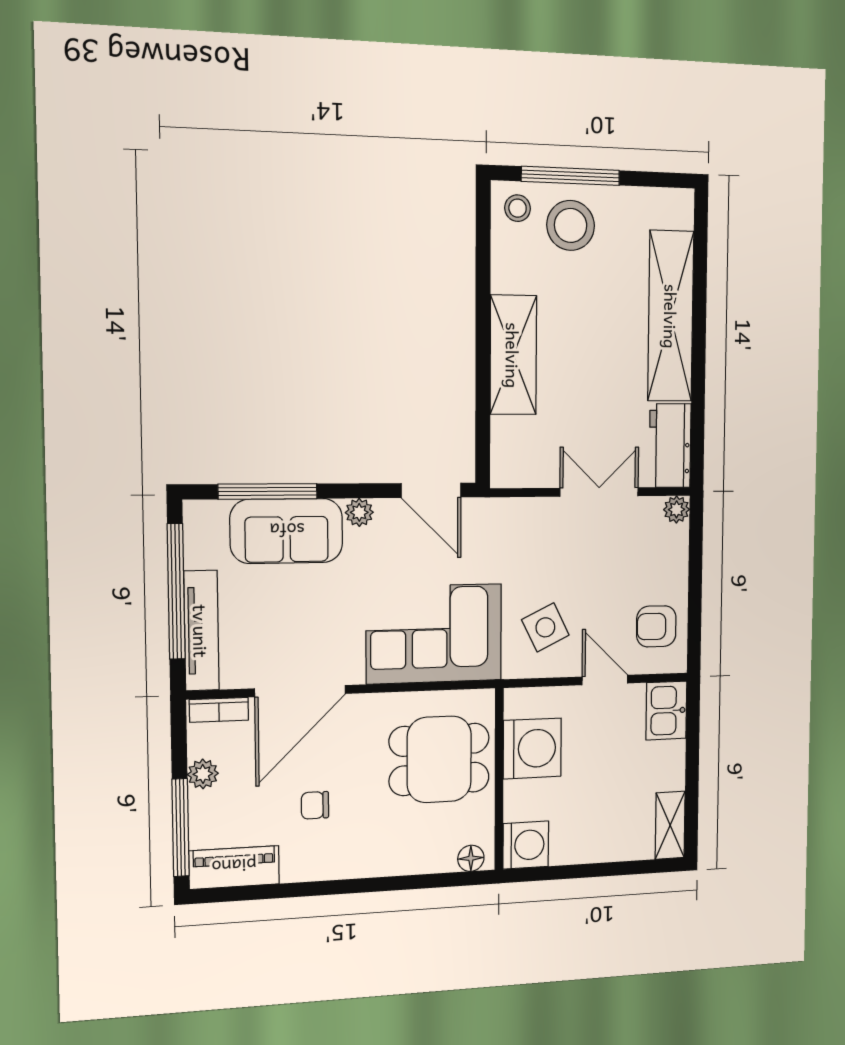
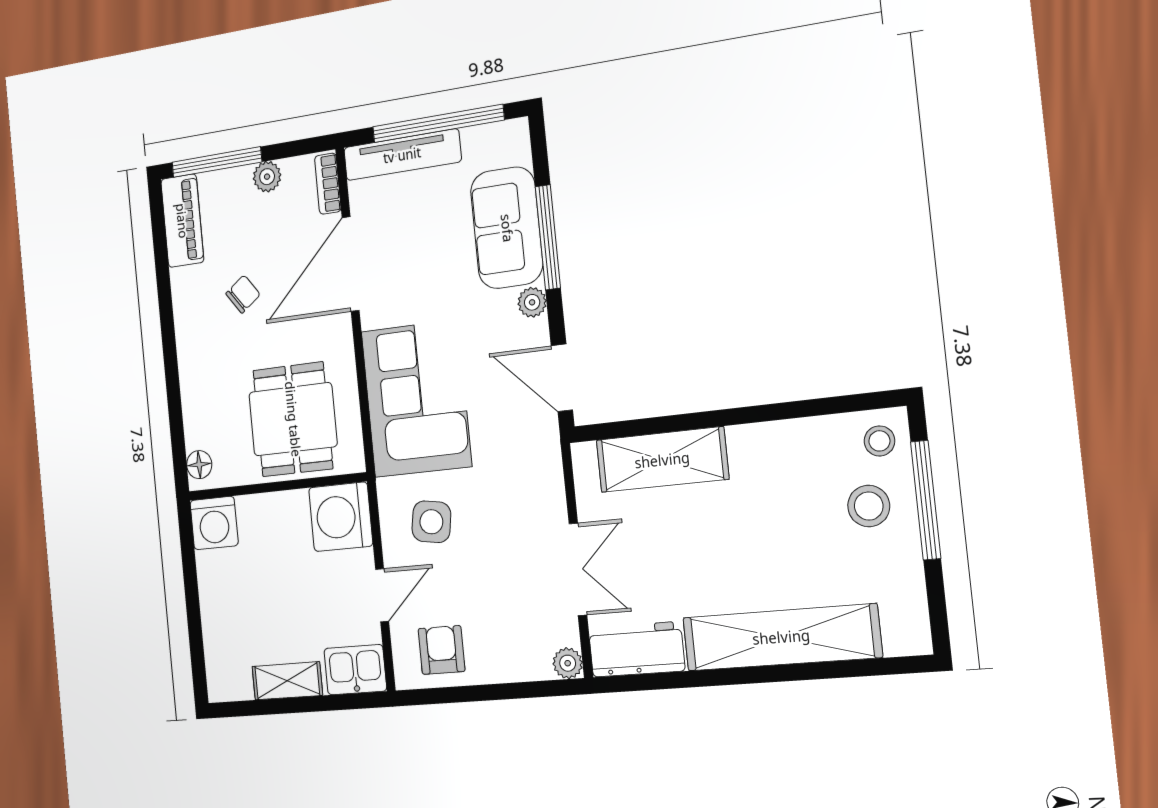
stool: (571, 225) -> (869, 506), width x0.73, depth x0.73
shelving: (513, 355) -> (662, 460), moved
door: (431, 490) -> (562, 378), hinge flipped
window: (268, 491) -> (548, 237), moved
side table: (545, 627) -> (431, 522), turned 35
door: (300, 691) -> (351, 264), hinge flipped
washing machine: (532, 748) -> (341, 517), moved, turned 90
chair: (315, 805) -> (243, 294), turned 54
shelving: (670, 825) -> (287, 681), moved

